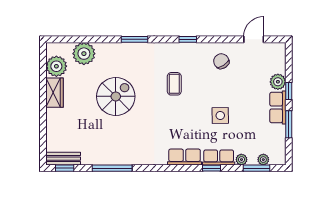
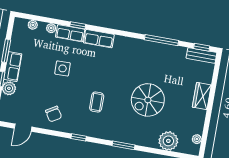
plant: (56, 66) -> (197, 139), width x0.53, depth x0.53
wardrobe: (55, 93) -> (202, 96), moved
window: (256, 168) -> (40, 19), removed

